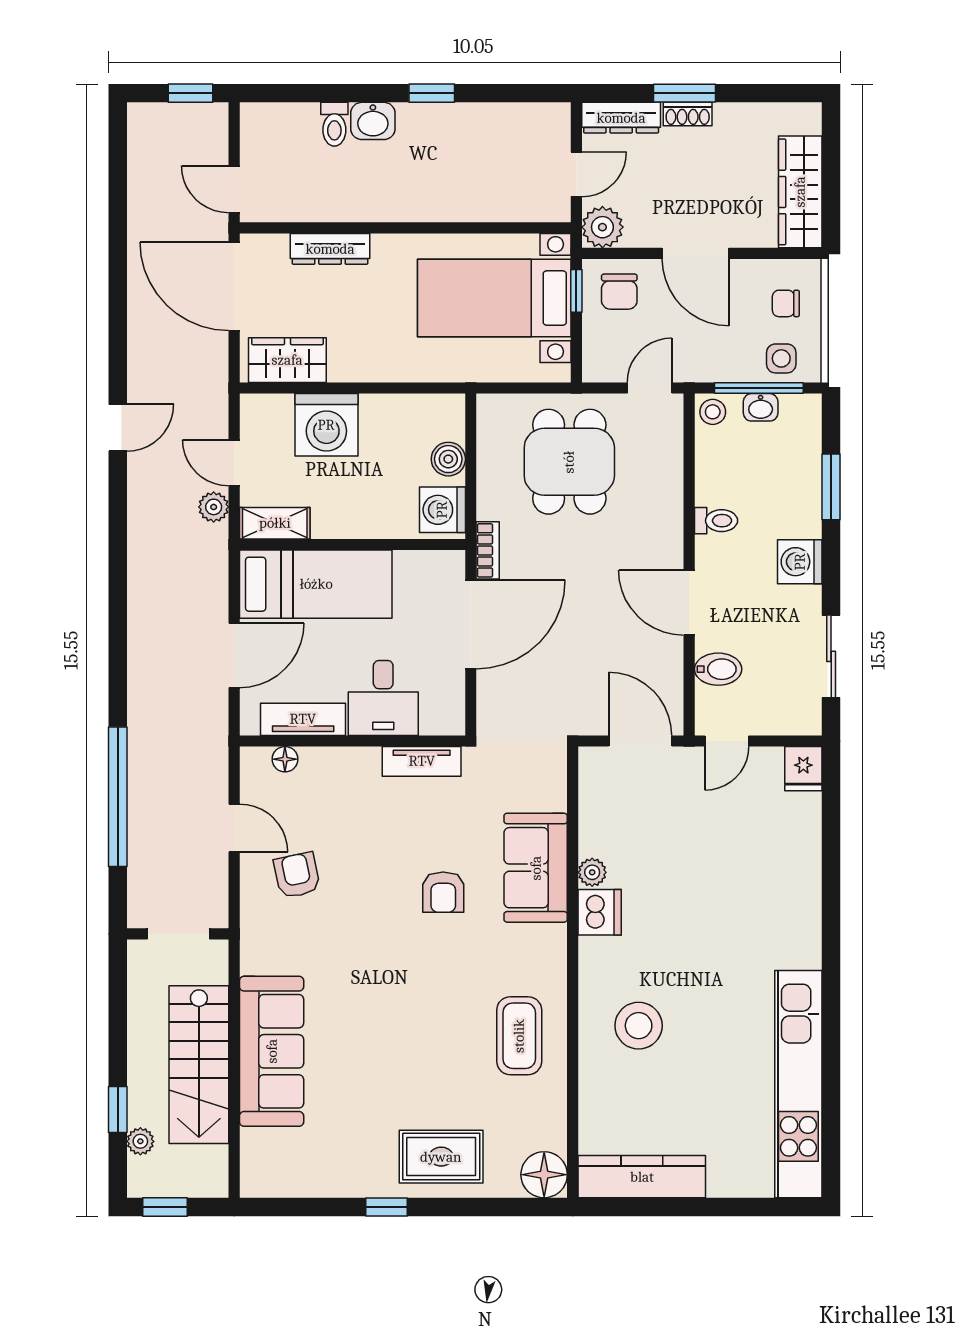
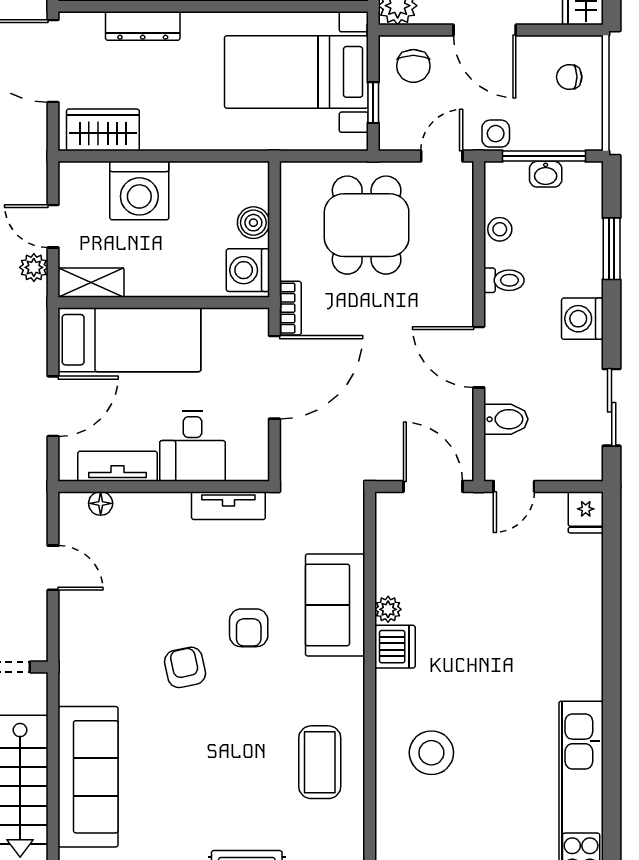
window: (576, 291) -> (373, 103), moved
side table: (781, 358) -> (496, 134), moved
stool: (713, 412) -> (500, 229), moved
armchair: (297, 875) -> (185, 667), moved

